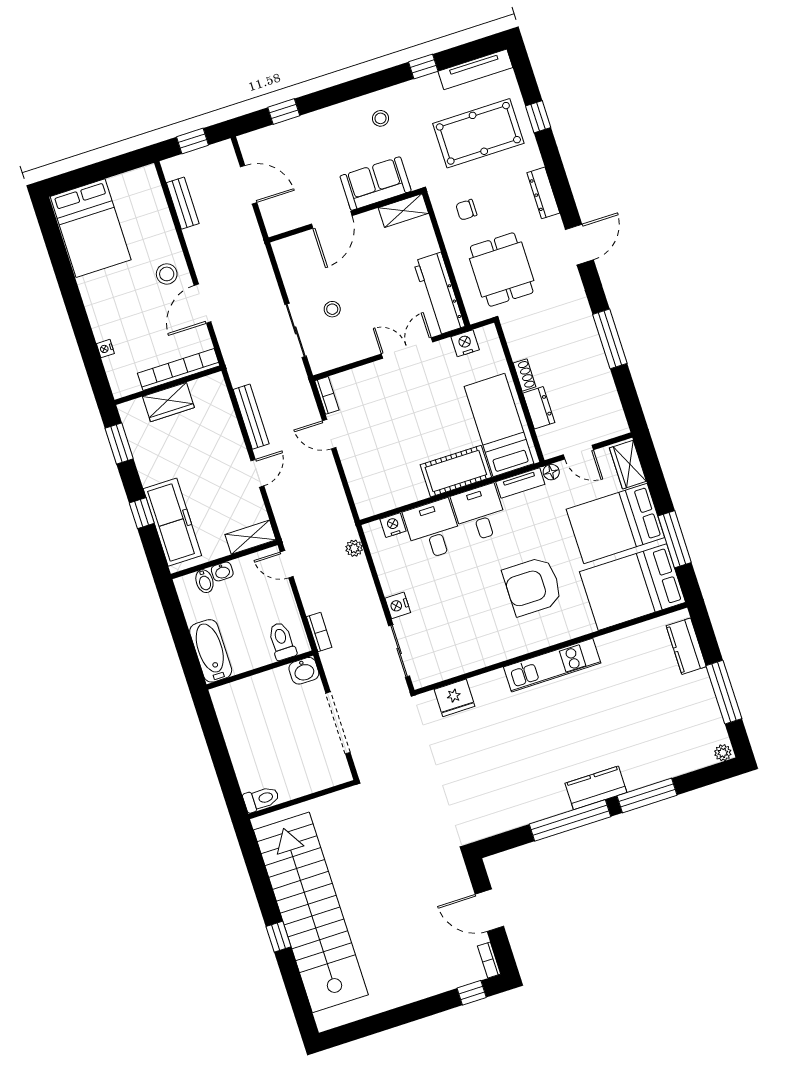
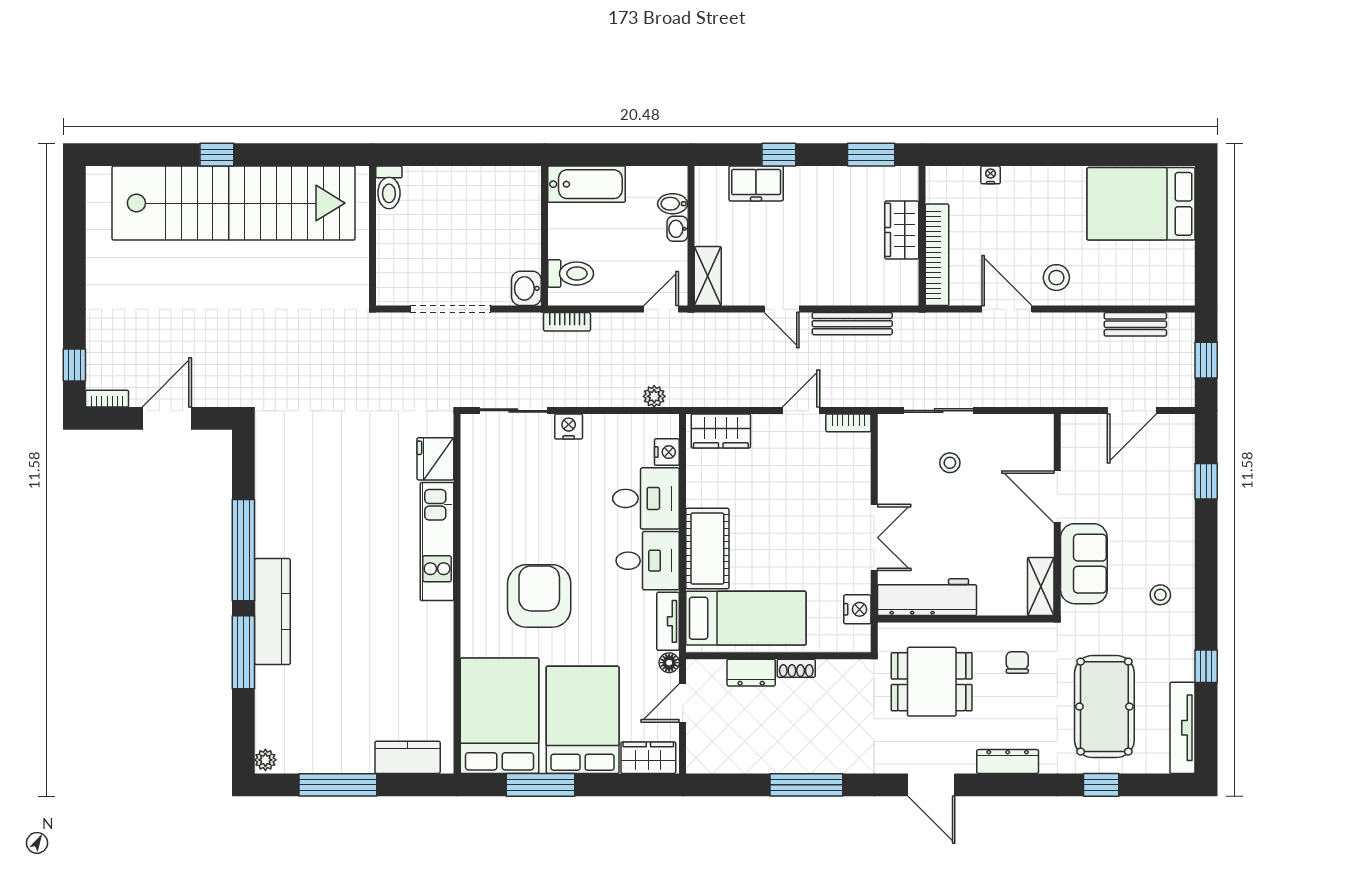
wardrobe: (364, 489) -> (721, 431), added
freezer: (172, 522) -> (756, 183), width x0.52, depth x0.79
kitchen unit: (552, 665) -> (437, 541), moved
kitchen counter: (596, 788) -> (272, 612), width x1.50

